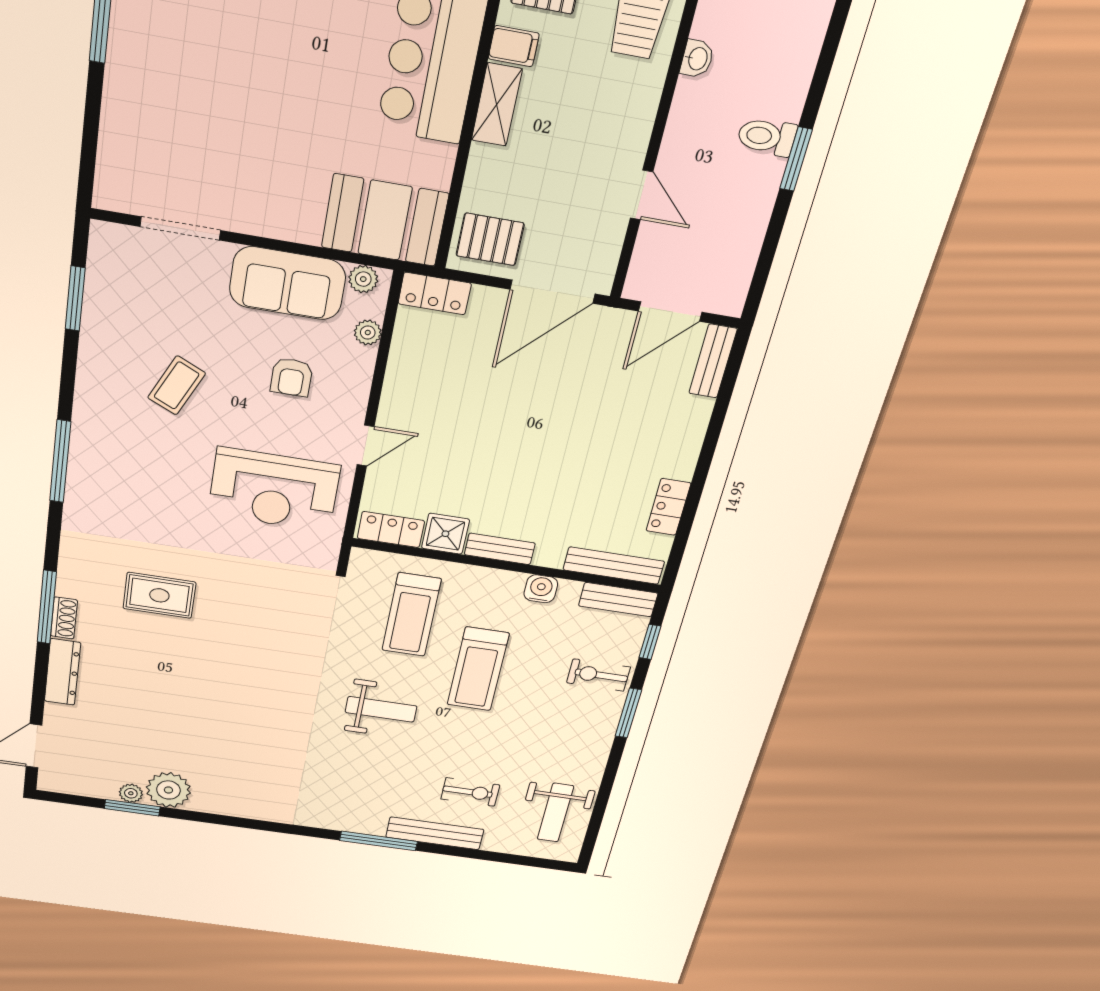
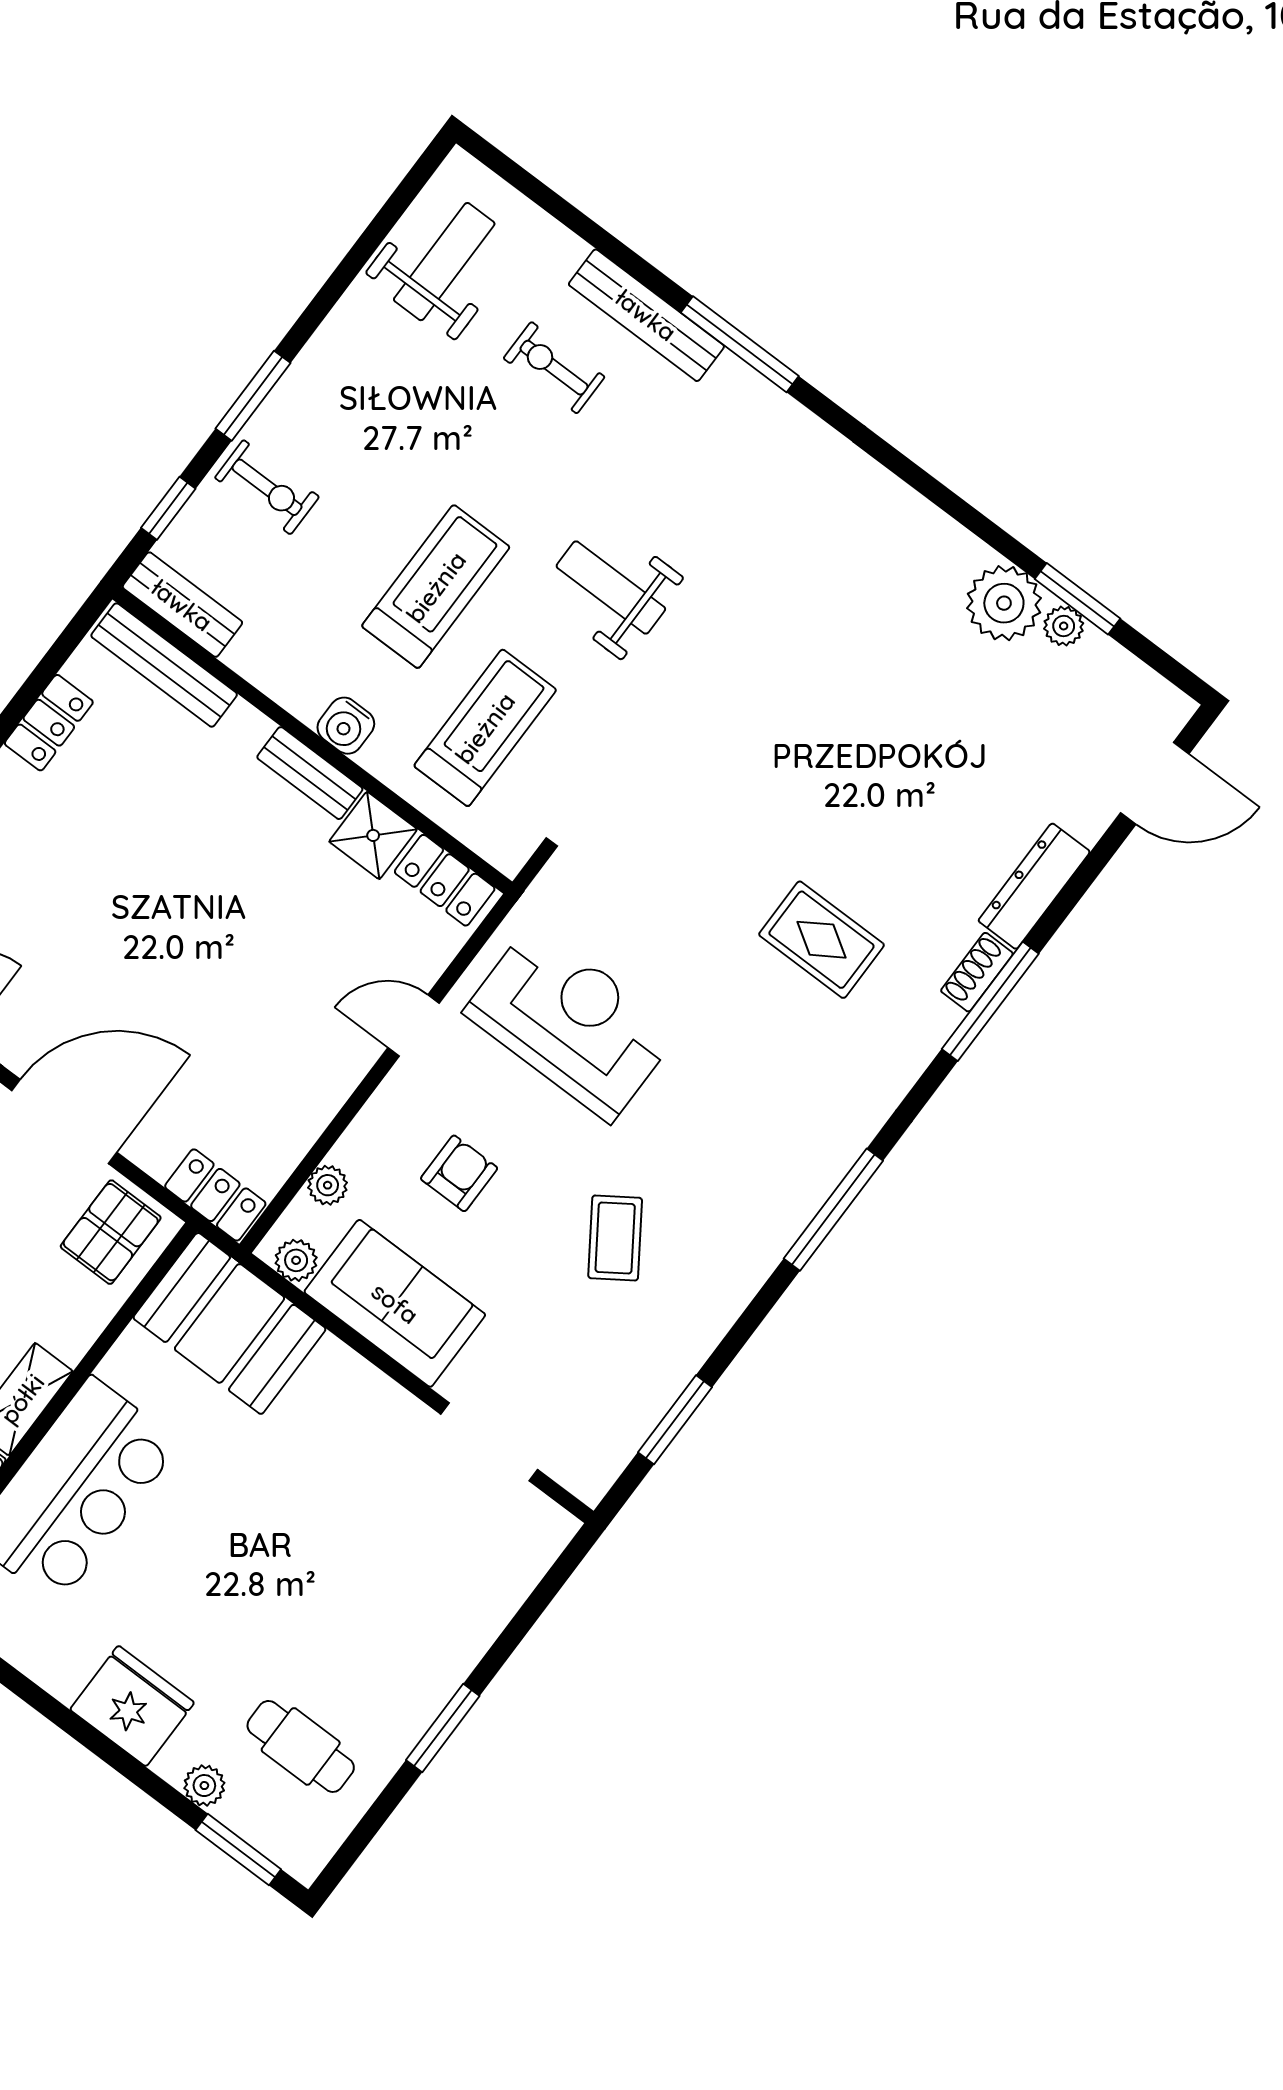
pallet: (490, 239) -> (111, 1232), turned 90
coffee table: (177, 385) -> (615, 1238), turned -59
water cooler: (541, 589) -> (346, 726), moved

